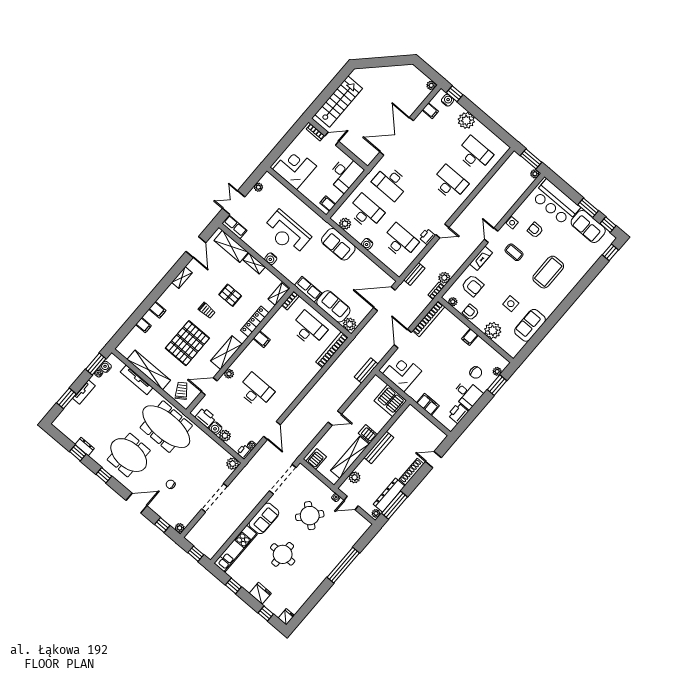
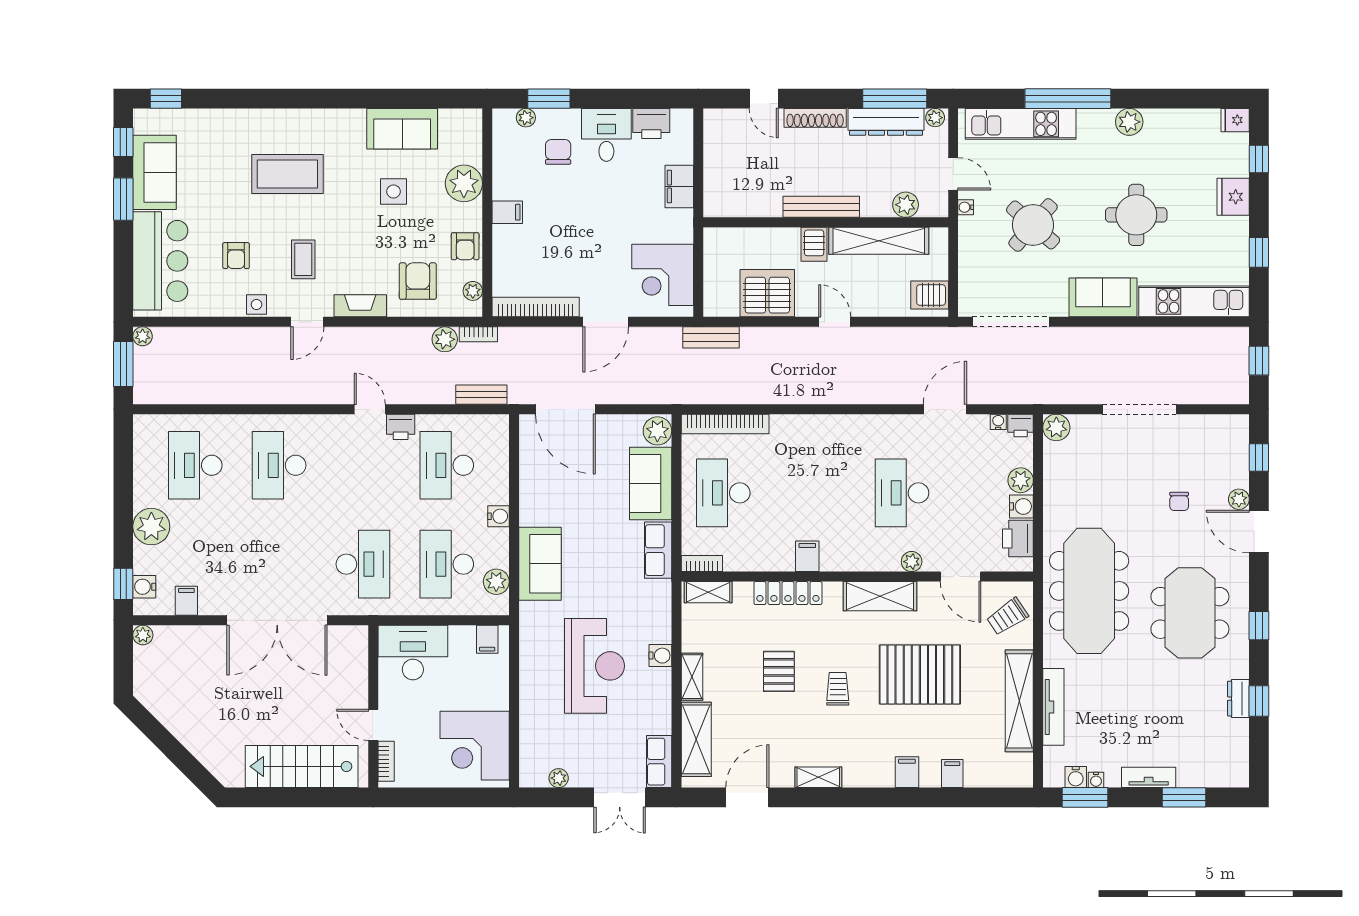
server rack: (390, 401) -> (767, 293), moved, turned -90
plant: (180, 528) -> (1239, 499), moved
kitchen unit: (348, 541) -> (1021, 124), added
plant: (317, 579) -> (1129, 122), added

